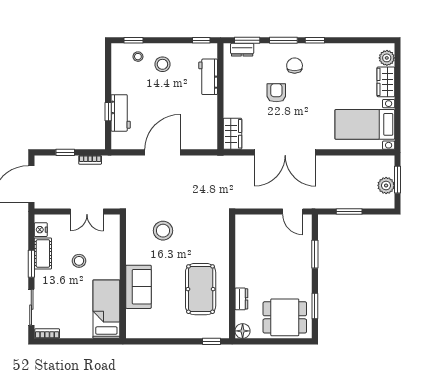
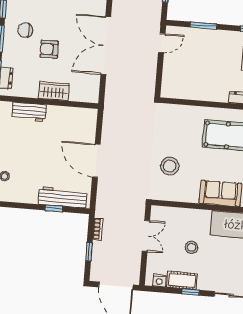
stool: (162, 64) -> (14, 154), removed
workbench: (121, 113) -> (63, 197), width x1.38
wardrobe: (232, 134) -> (54, 91), moved
double door: (285, 152) -> (106, 46), swing flipped
window: (31, 264) -> (191, 292), width x0.67

